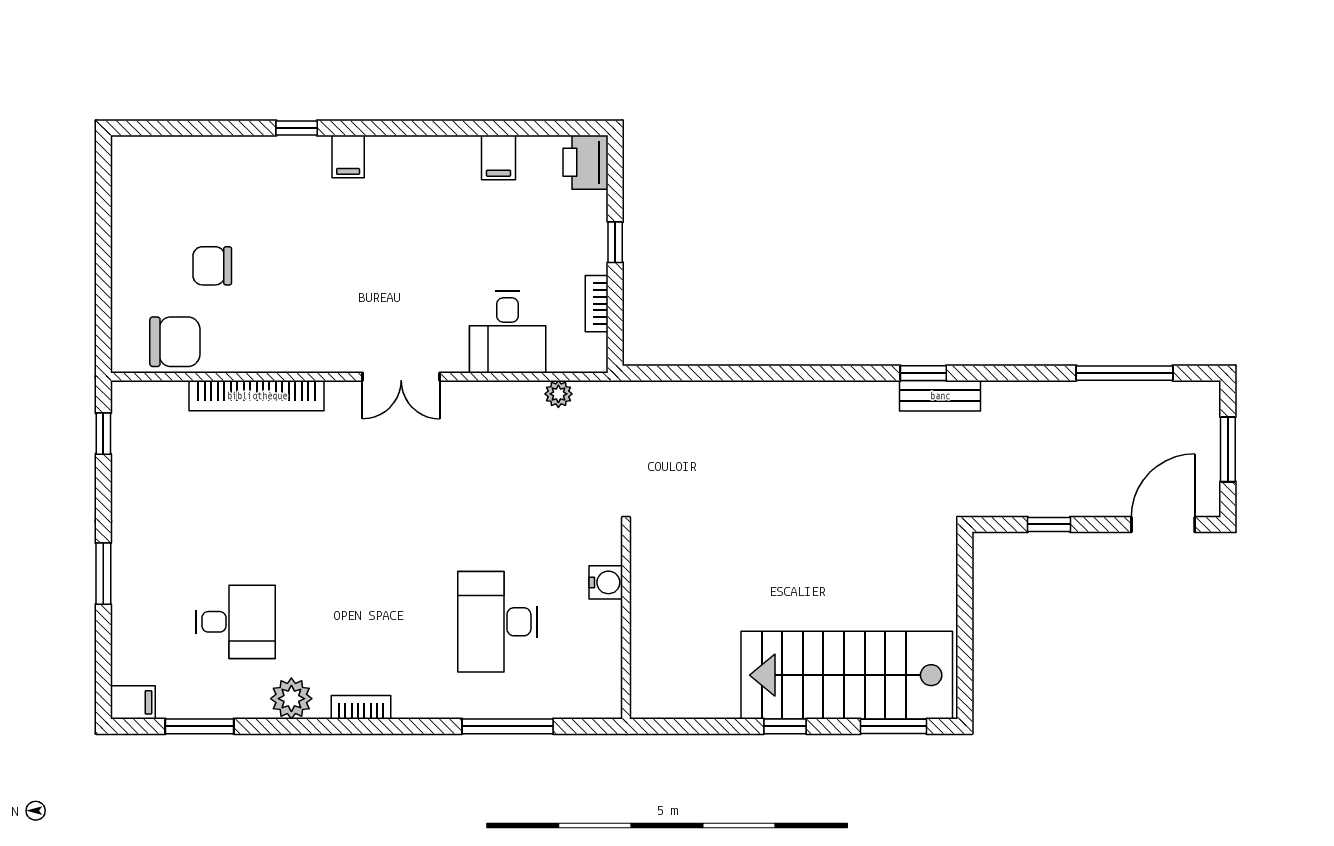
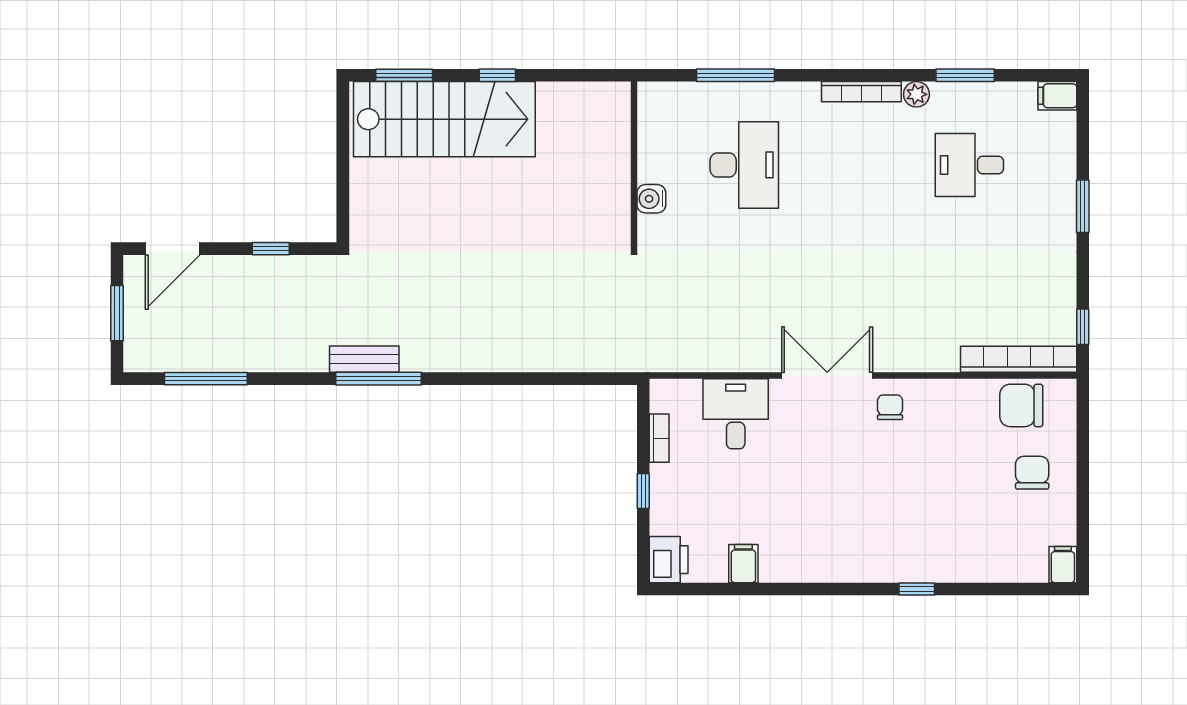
filing cabinet: (348, 156) -> (1063, 565), moved
chair: (212, 266) -> (1032, 473), moved, turned -90
chair: (328, 340) -> (890, 407), added
window: (923, 373) -> (379, 379), width x2.17
double door: (401, 377) -> (827, 375), width x1.37
plant: (558, 394) -> (692, 361), removed
bookcase: (257, 396) -> (1019, 359), moved
plant: (291, 699) -> (916, 94), width x0.73, depth x0.73
bookcase: (361, 707) -> (861, 92), width x1.56
window: (200, 726) -> (965, 75), moved

